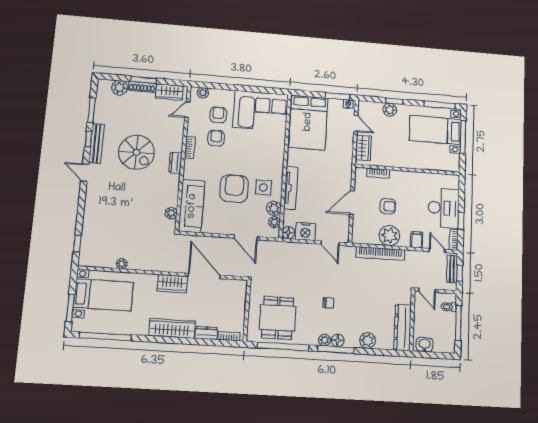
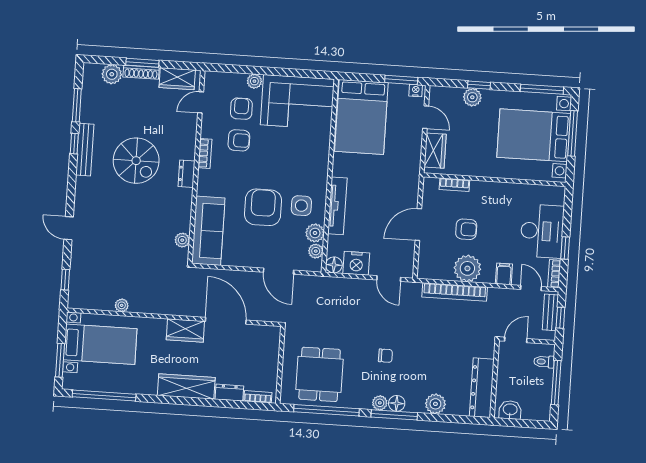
plant: (203, 93) -> (254, 81), moved
bed with nightstands: (435, 130) -> (534, 135), width x1.36
armchair: (216, 138) -> (239, 140), turned 90
door: (85, 173) -> (69, 228), moved
door: (427, 290) -> (516, 340), swing flipped

